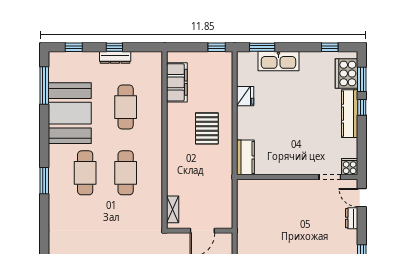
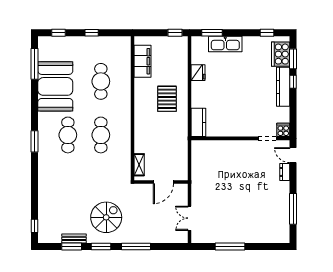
dresser: (115, 57) -> (92, 41), removed

